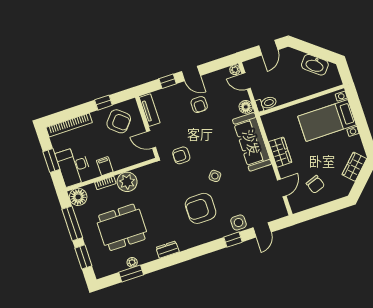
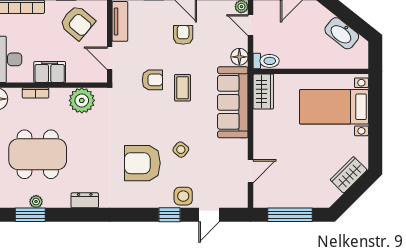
armchair: (199, 105) -> (183, 35), turned 180
coffee table: (212, 143) -> (183, 88), added
wardrobe: (280, 152) -> (263, 91), moved
armchair: (181, 155) -> (152, 80), moved, turned 180
filing cabinet: (105, 166) -> (50, 72), width x2.00
side table: (215, 176) -> (181, 150), moved
plant: (127, 182) -> (82, 100), moved
chair: (315, 184) -> (293, 181), removed
window: (321, 210) -> (290, 215), added

